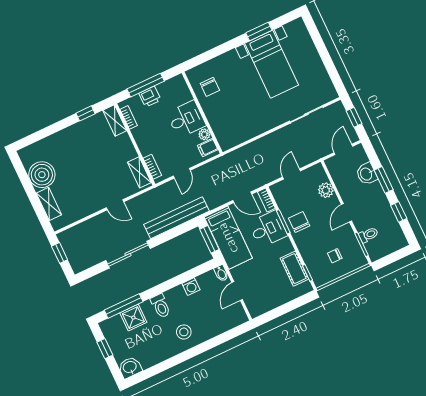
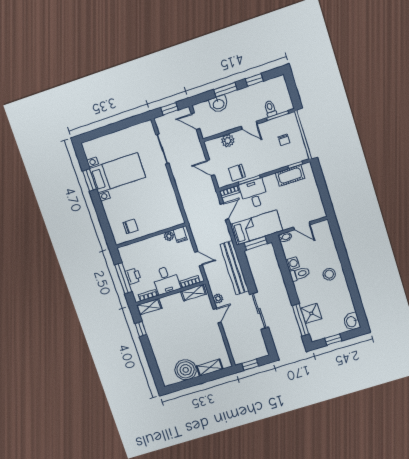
desk: (186, 119) -> (166, 280), moved, turned 180
plant: (136, 203) -> (218, 299), added
chair: (299, 222) -> (237, 173), moved
toilet: (161, 306) -> (300, 274), moved

